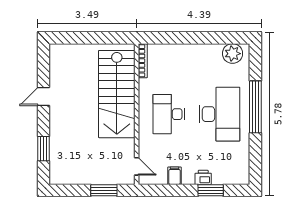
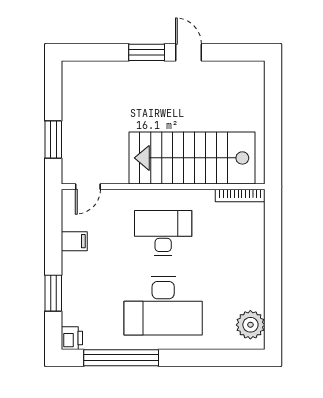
window: (255, 107) -> (121, 358), moved
window: (43, 149) -> (147, 52), moved
printer: (203, 177) -> (72, 338), moved

